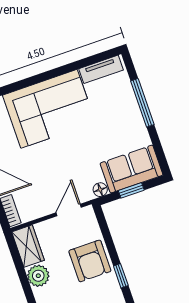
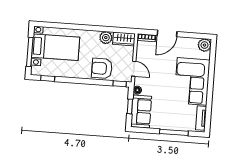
window: (121, 276) -> (120, 84), moved

